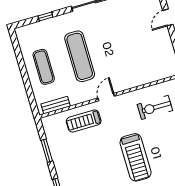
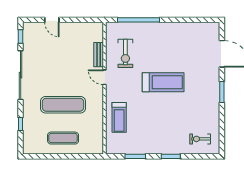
door: (106, 97) -> (104, 77), moved
bench: (56, 105) -> (99, 55), moved

